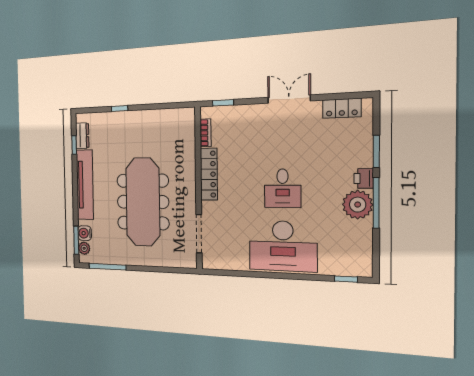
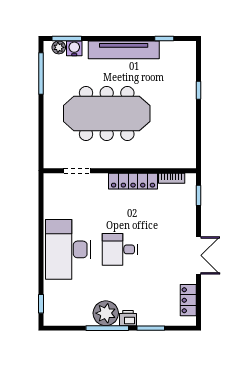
dresser: (82, 136) -> (173, 48), removed
doorway: (199, 234) -> (77, 171), width x0.73

